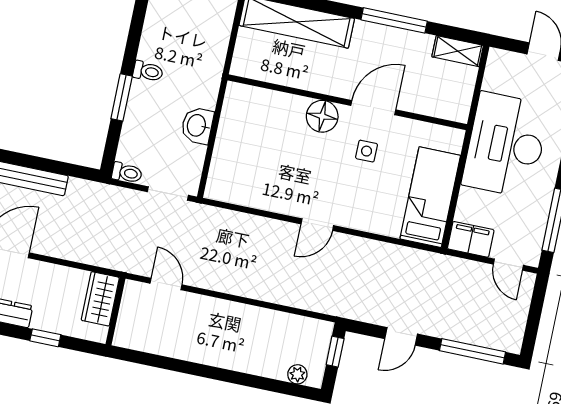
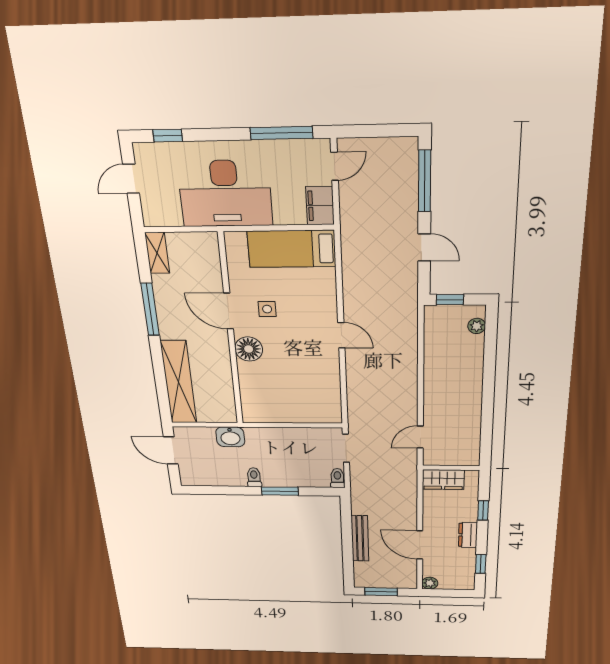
washbasin: (197, 126) -> (230, 437), moved

